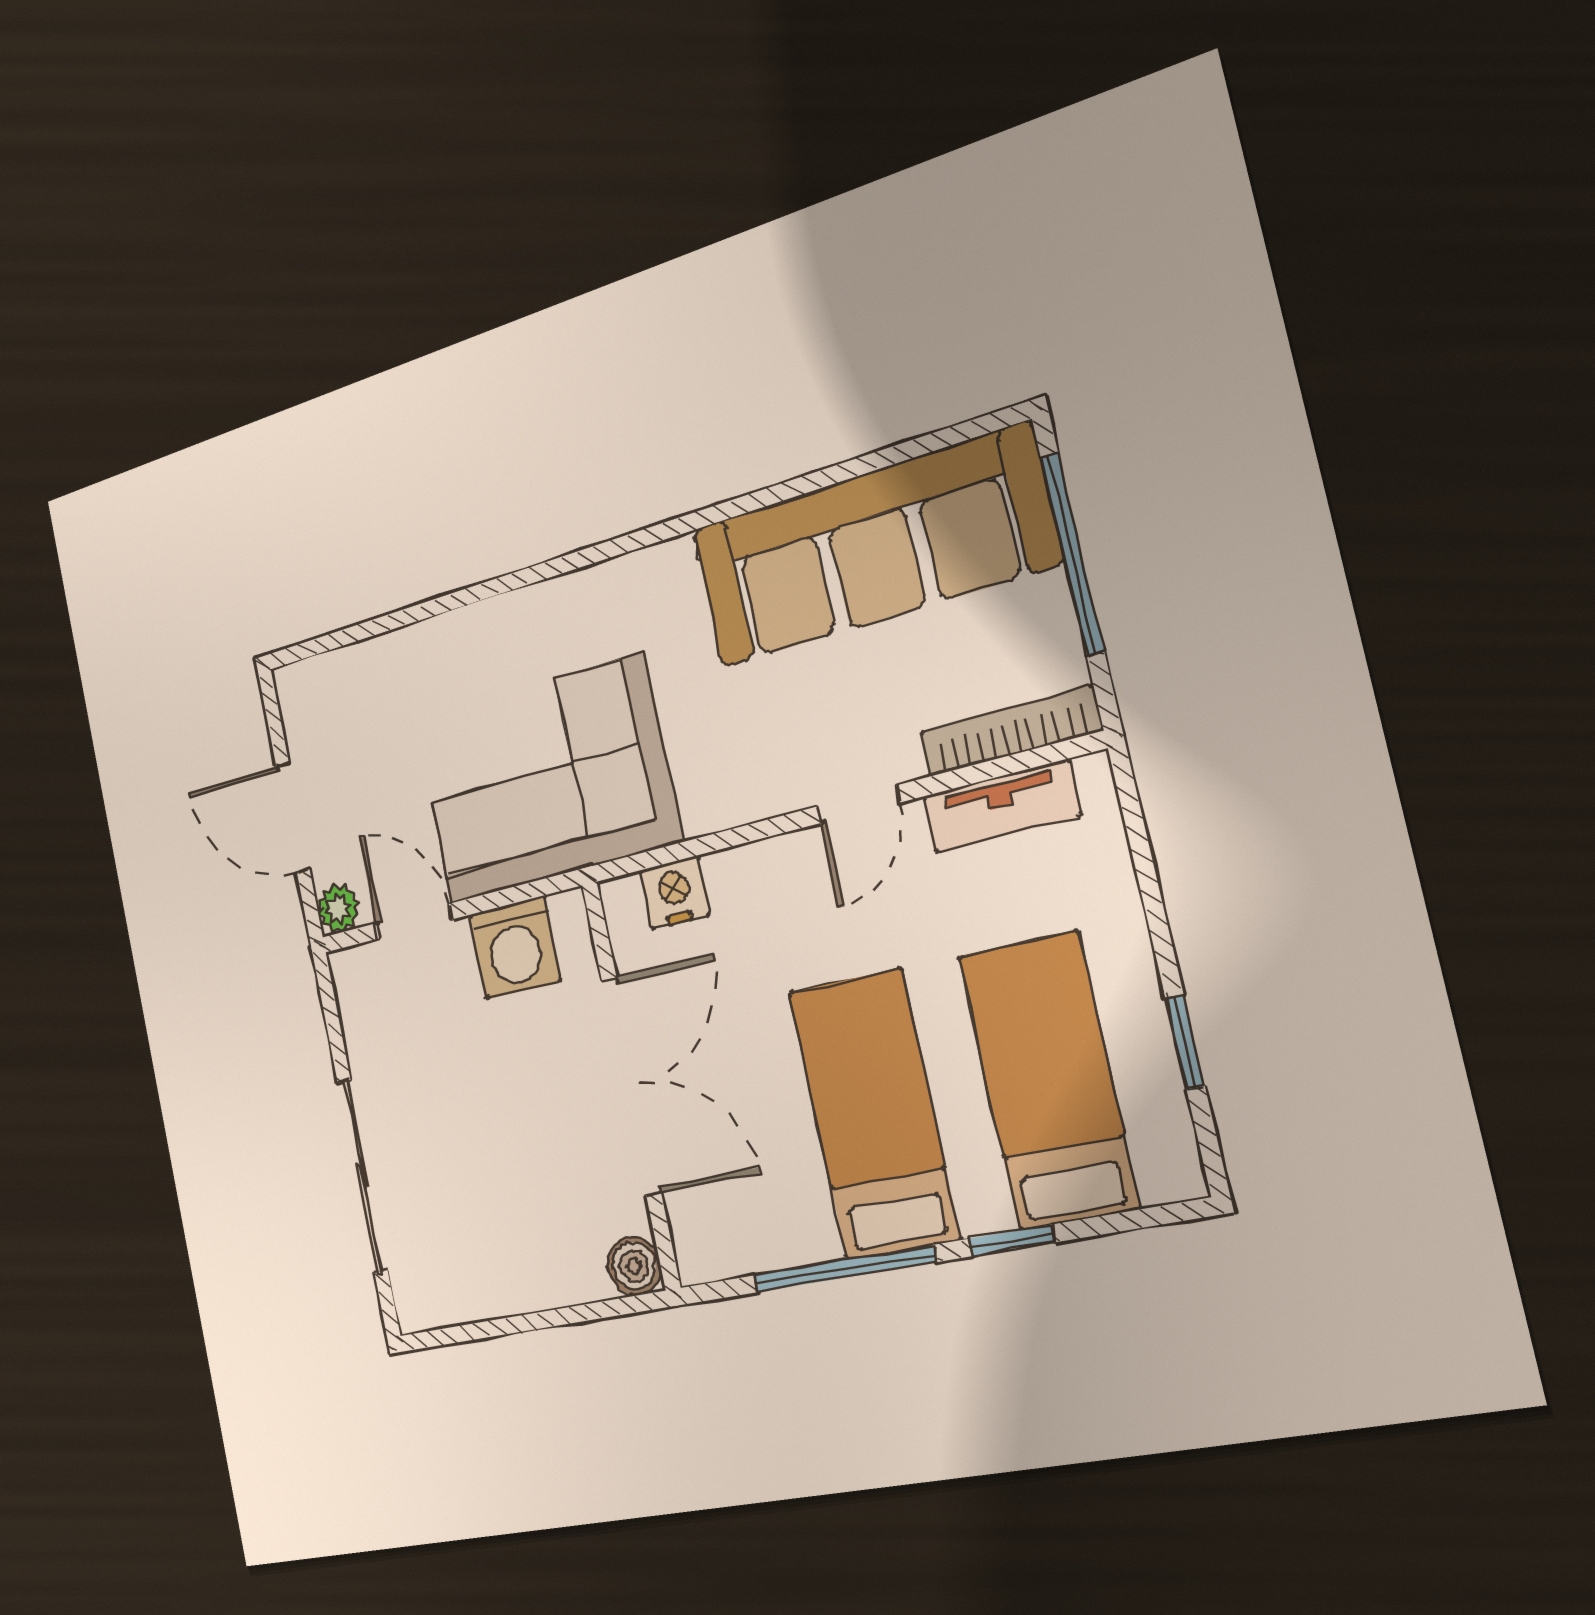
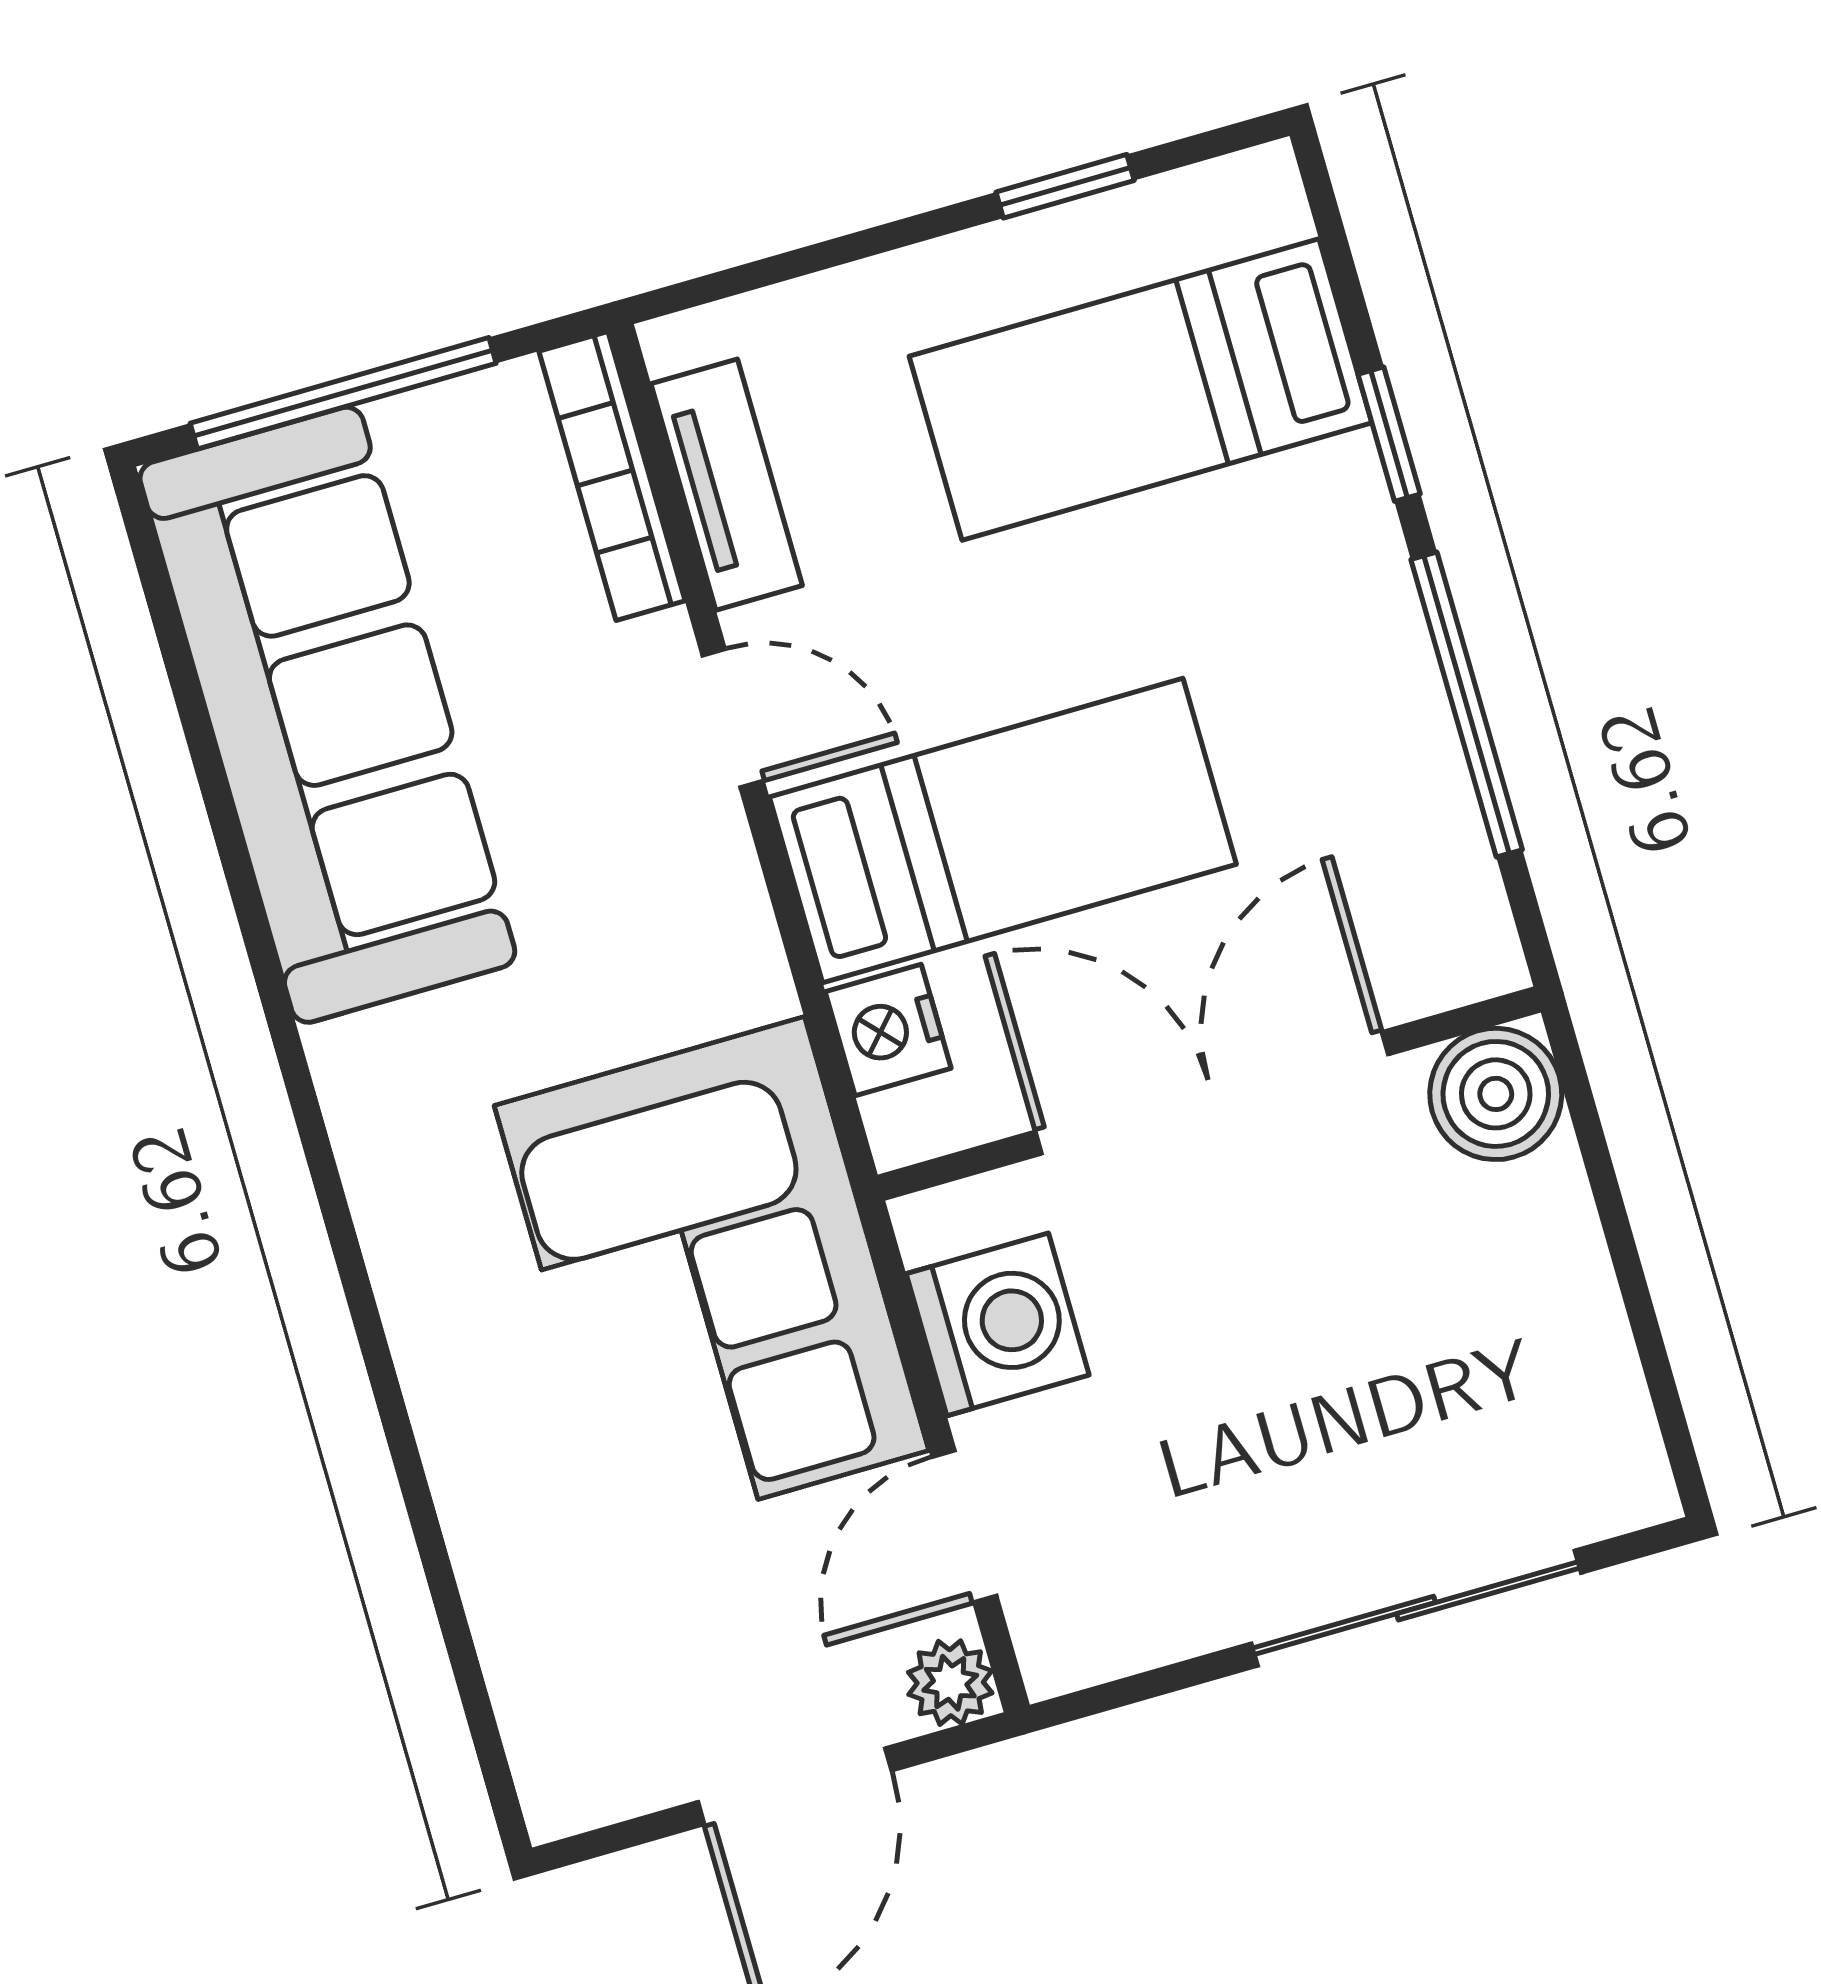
bed: (874, 1114) -> (1003, 831), moved, turned 180
boiler: (634, 1266) -> (1496, 1094), width x1.36, depth x1.36

